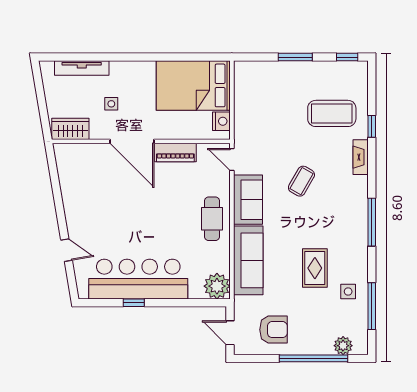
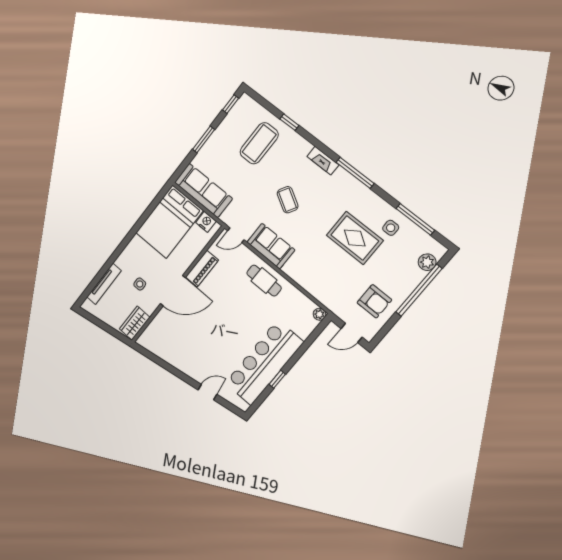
fireplace: (361, 157) -> (323, 161), moved
sofa: (248, 260) -> (203, 190), moved
rug: (315, 268) -> (355, 238), width x1.36, depth x1.43
plant: (217, 286) -> (319, 314), width x0.53, depth x0.53
armchair: (274, 330) -> (374, 301), turned 90

